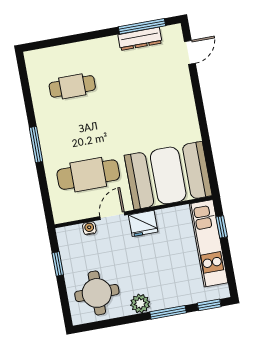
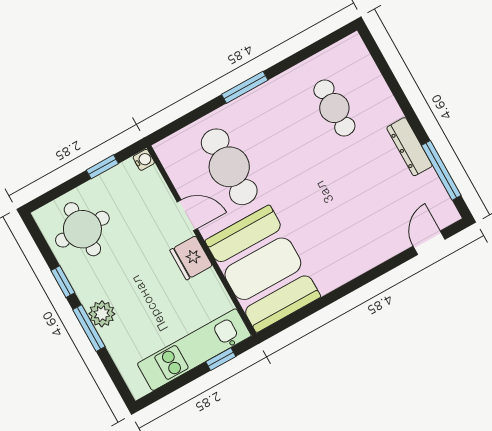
dresser: (140, 39) -> (409, 147), moved
door: (190, 52) -> (429, 243), swing flipped
water cooler: (89, 228) -> (144, 160), moved
plant: (140, 304) -> (102, 314), moved
window: (209, 305) -> (63, 282), moved

